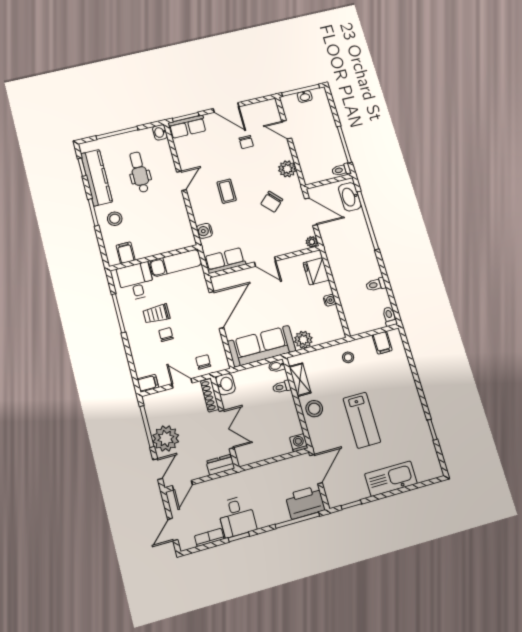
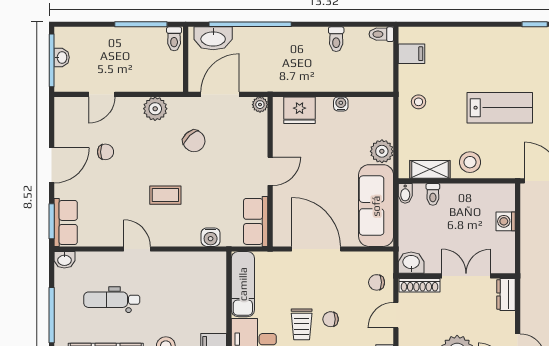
washing machine: (299, 443) -> (506, 221), moved

